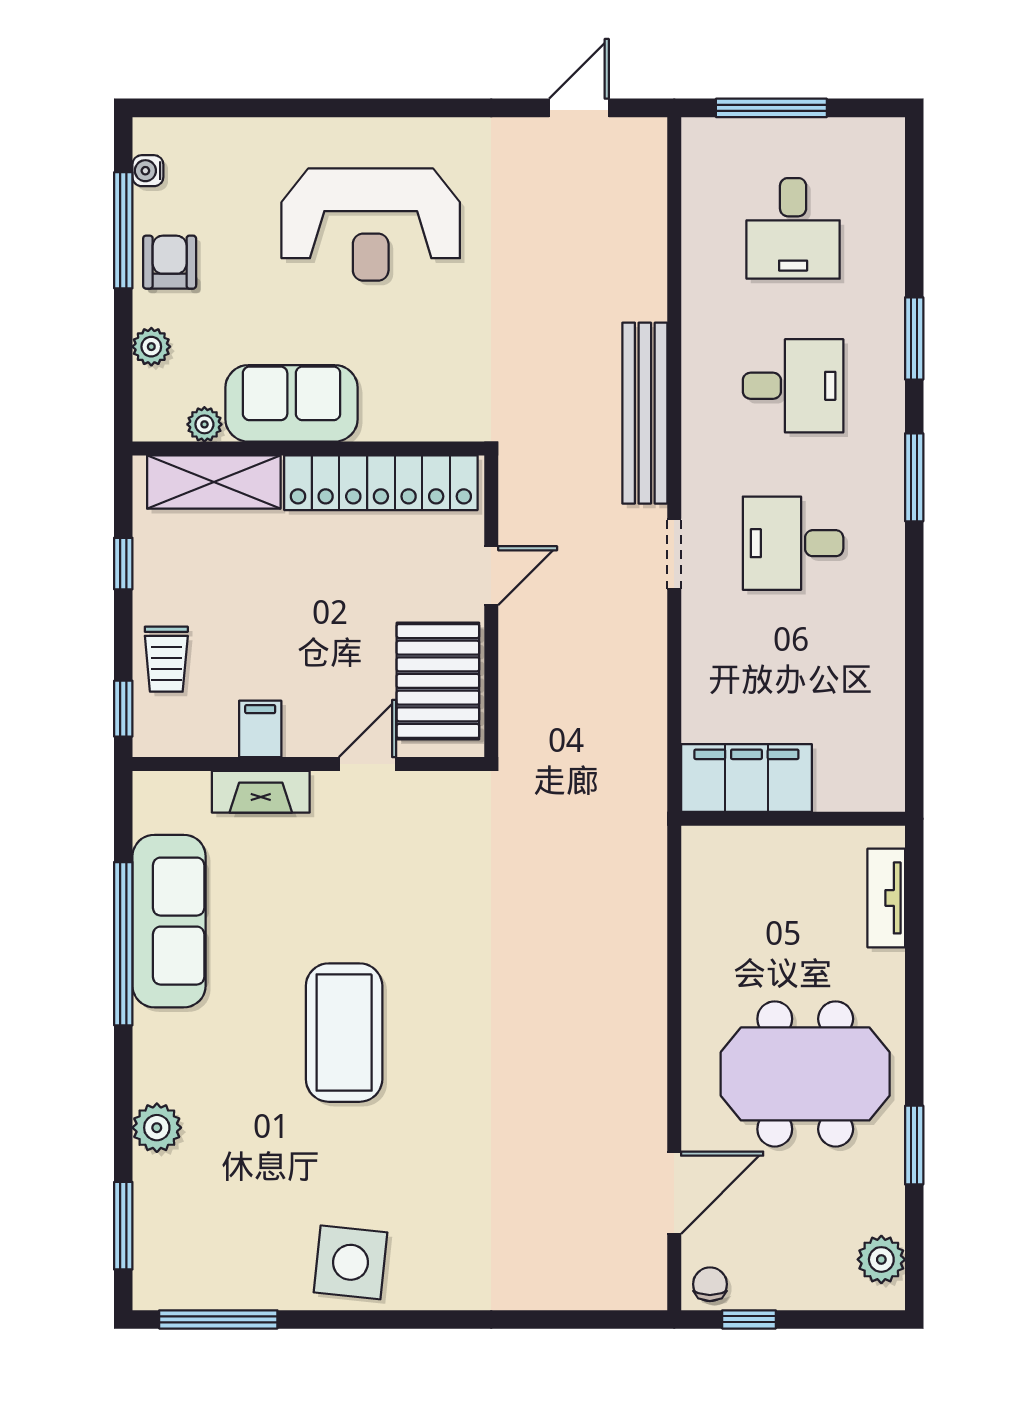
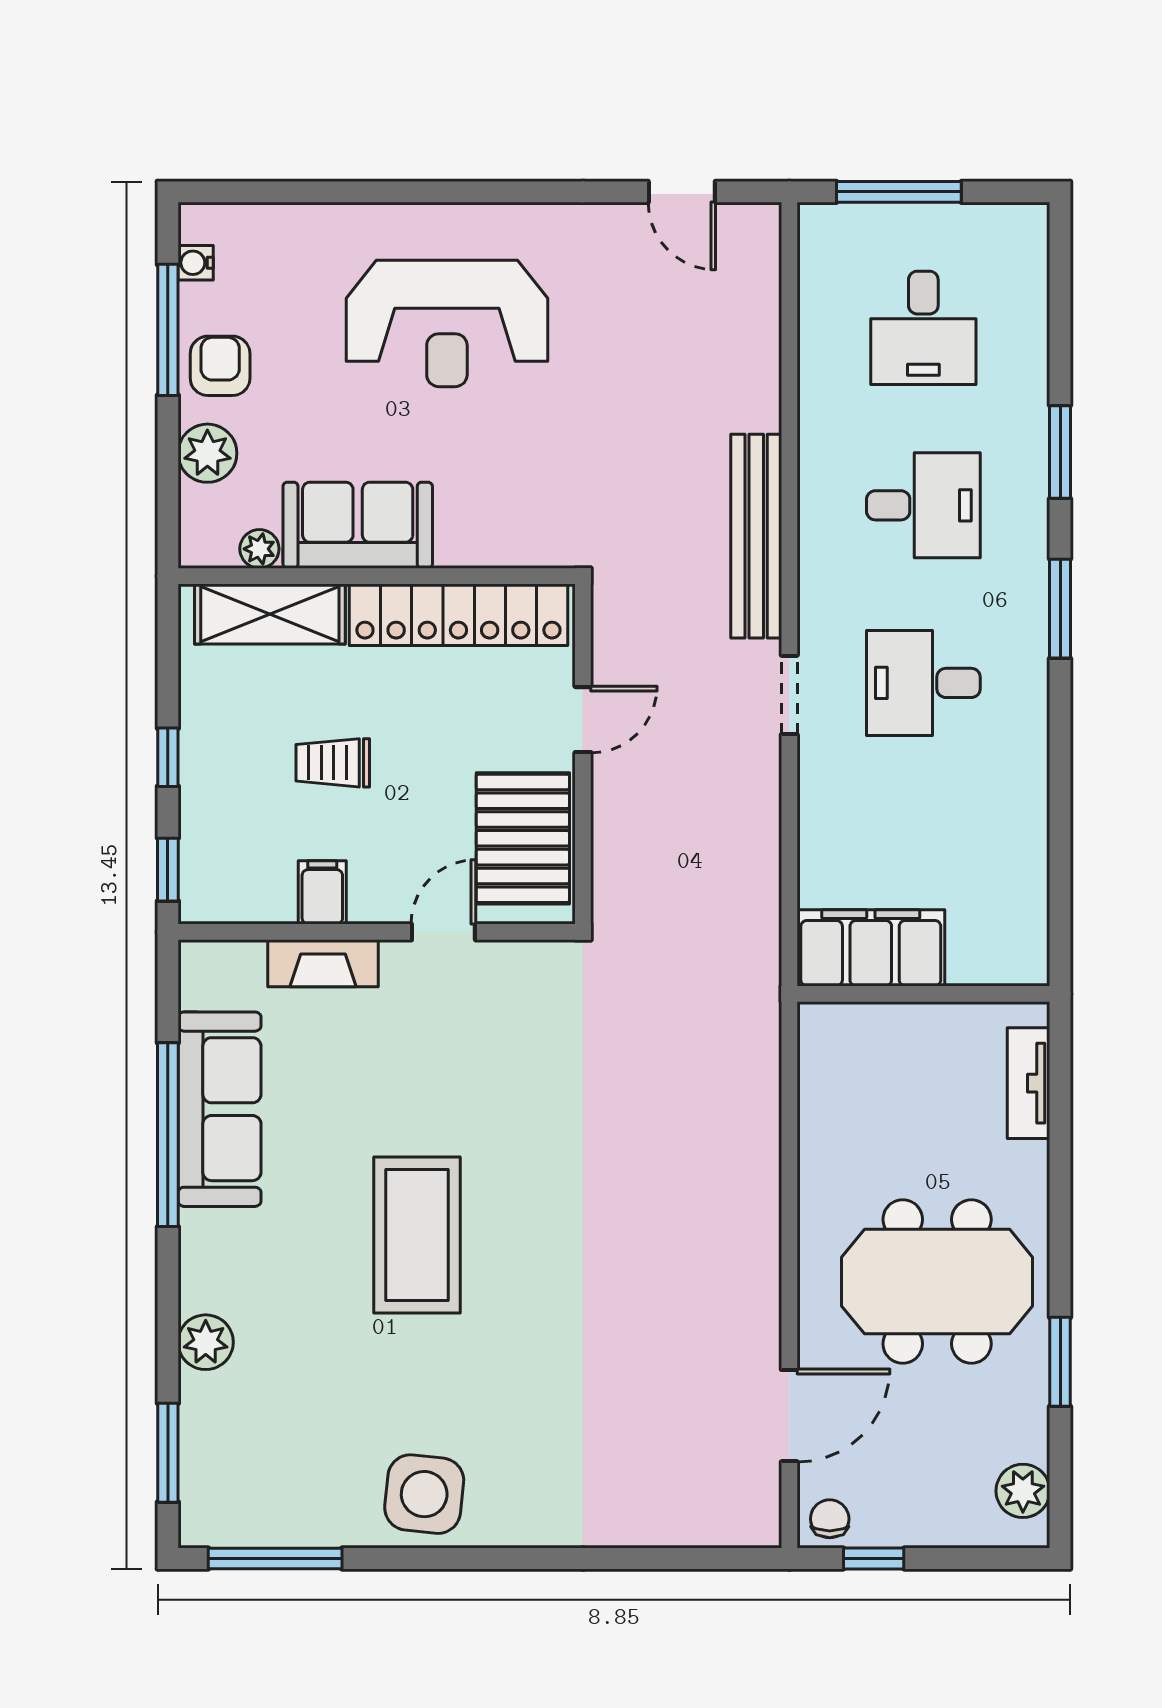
door: (579, 108) -> (682, 192), swing flipped
plant: (151, 347) -> (207, 453), width x1.38, depth x1.38
window: (123, 564) -> (168, 757), moved
trolley: (166, 659) -> (333, 763), moved, turned 90

